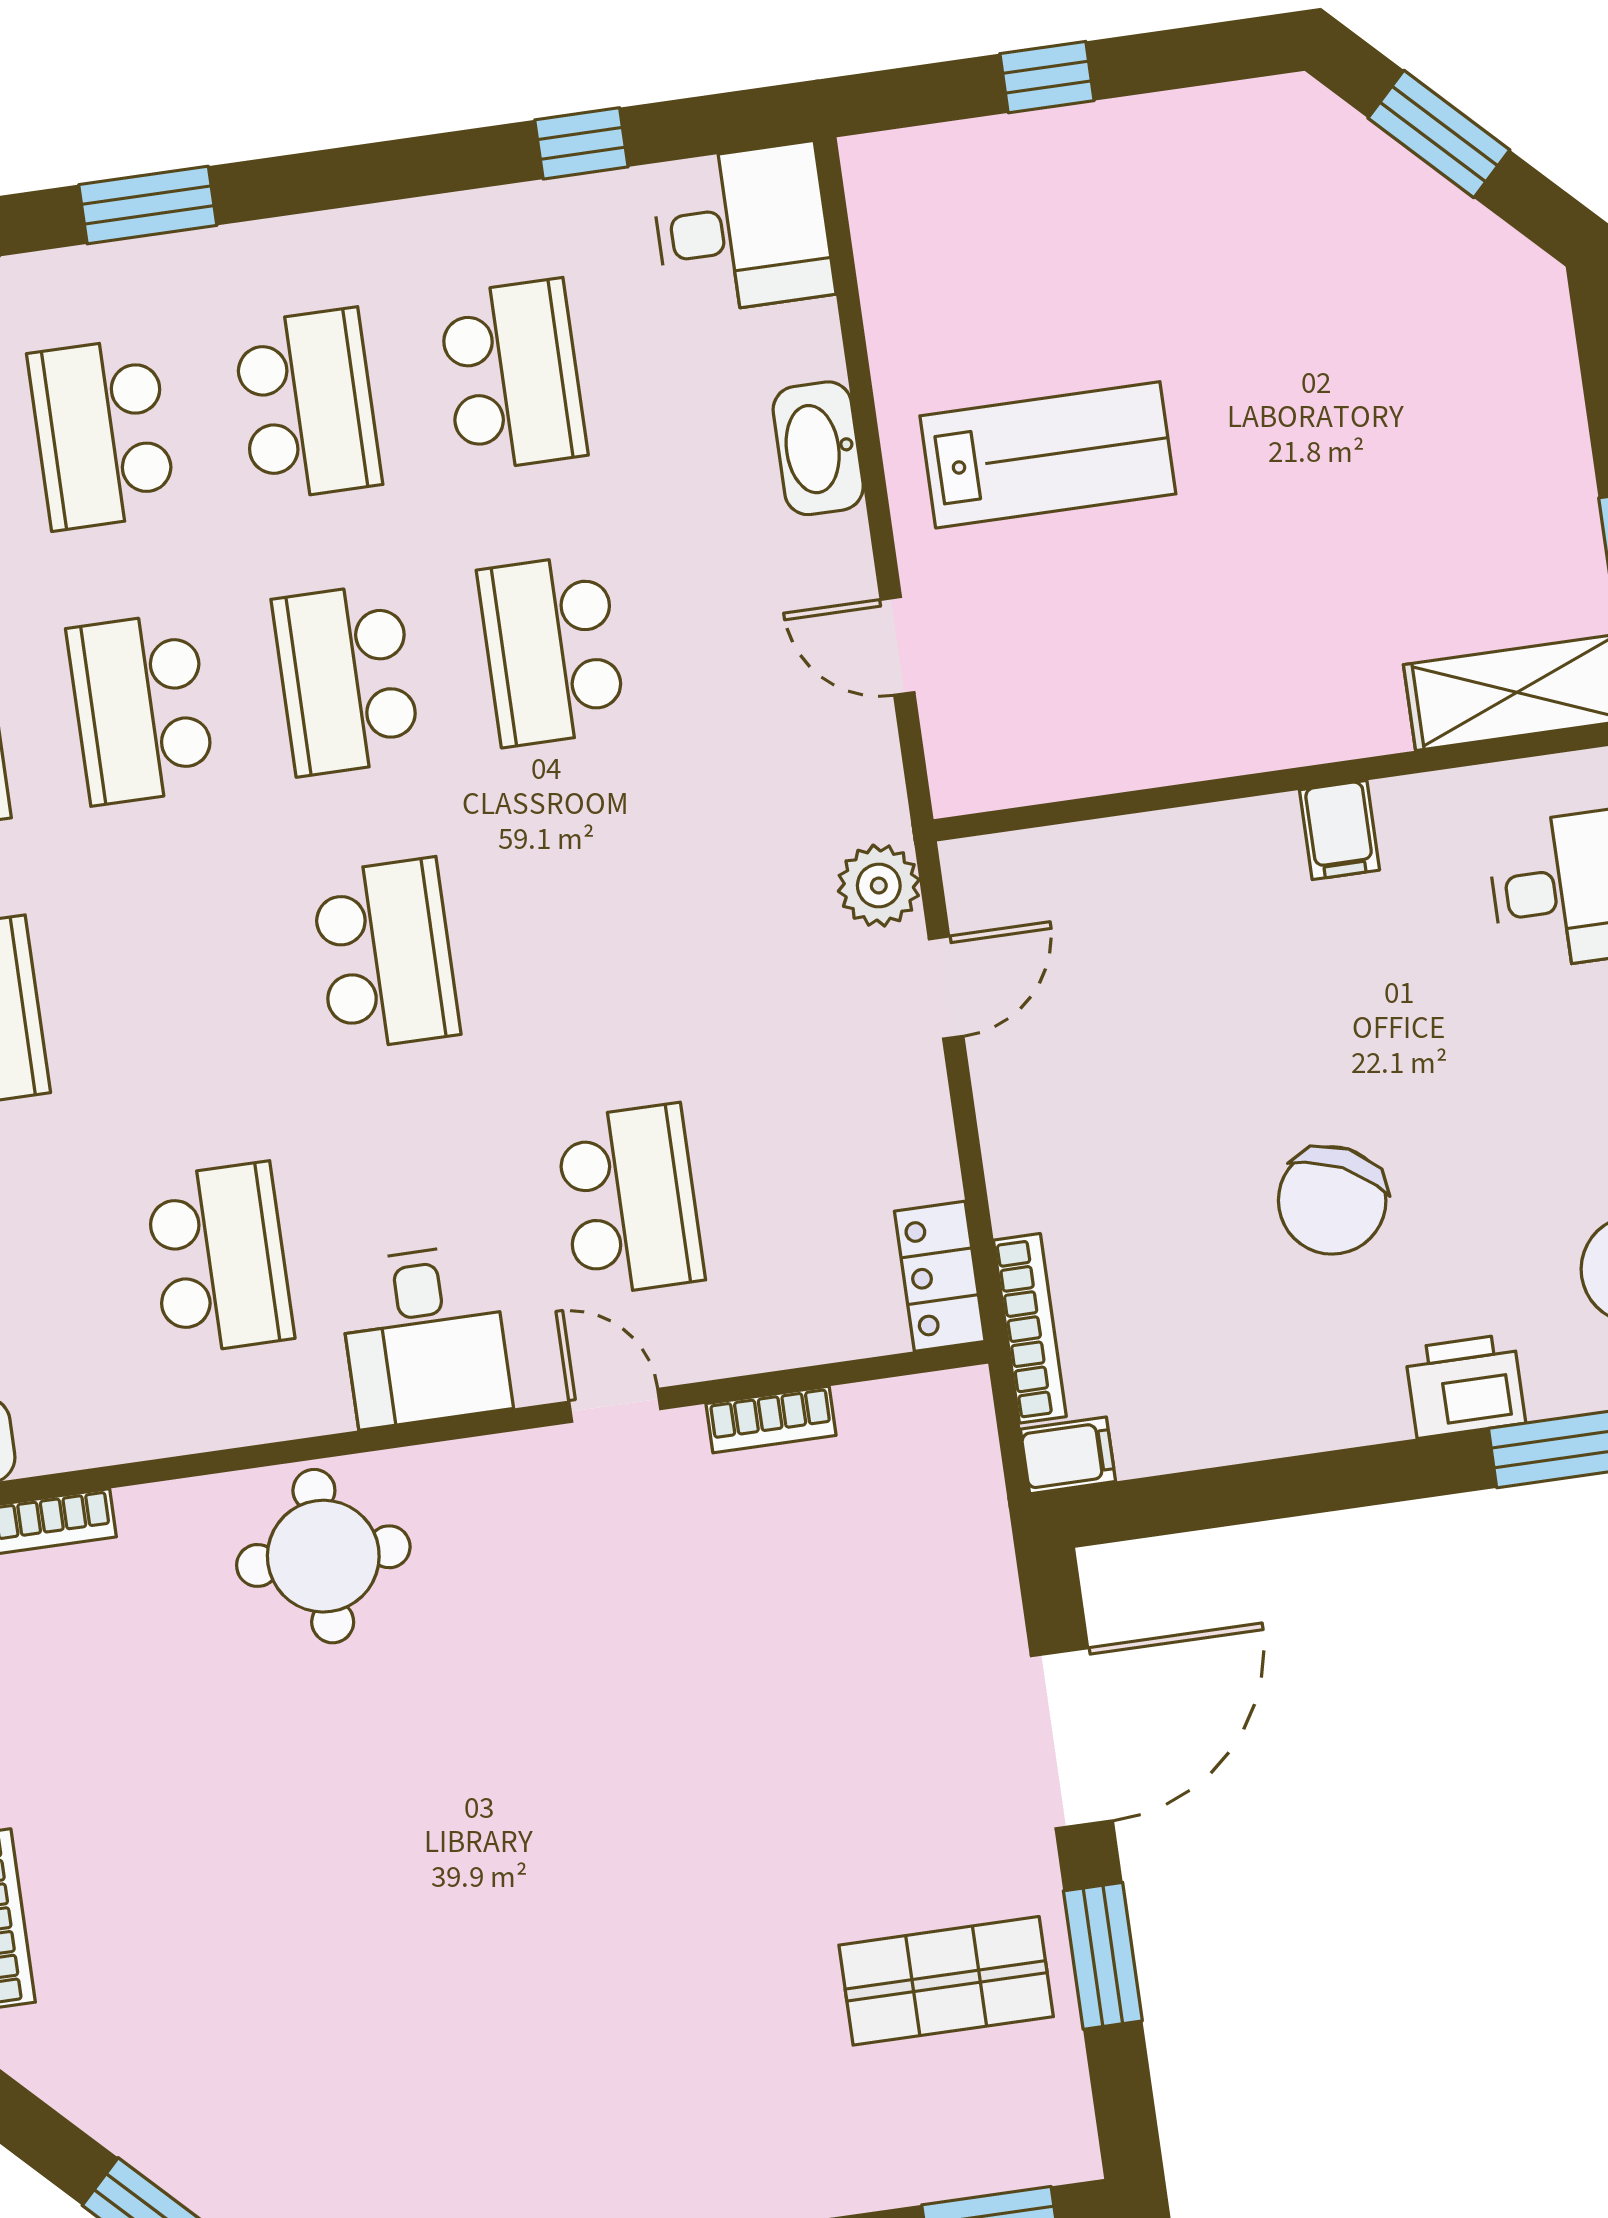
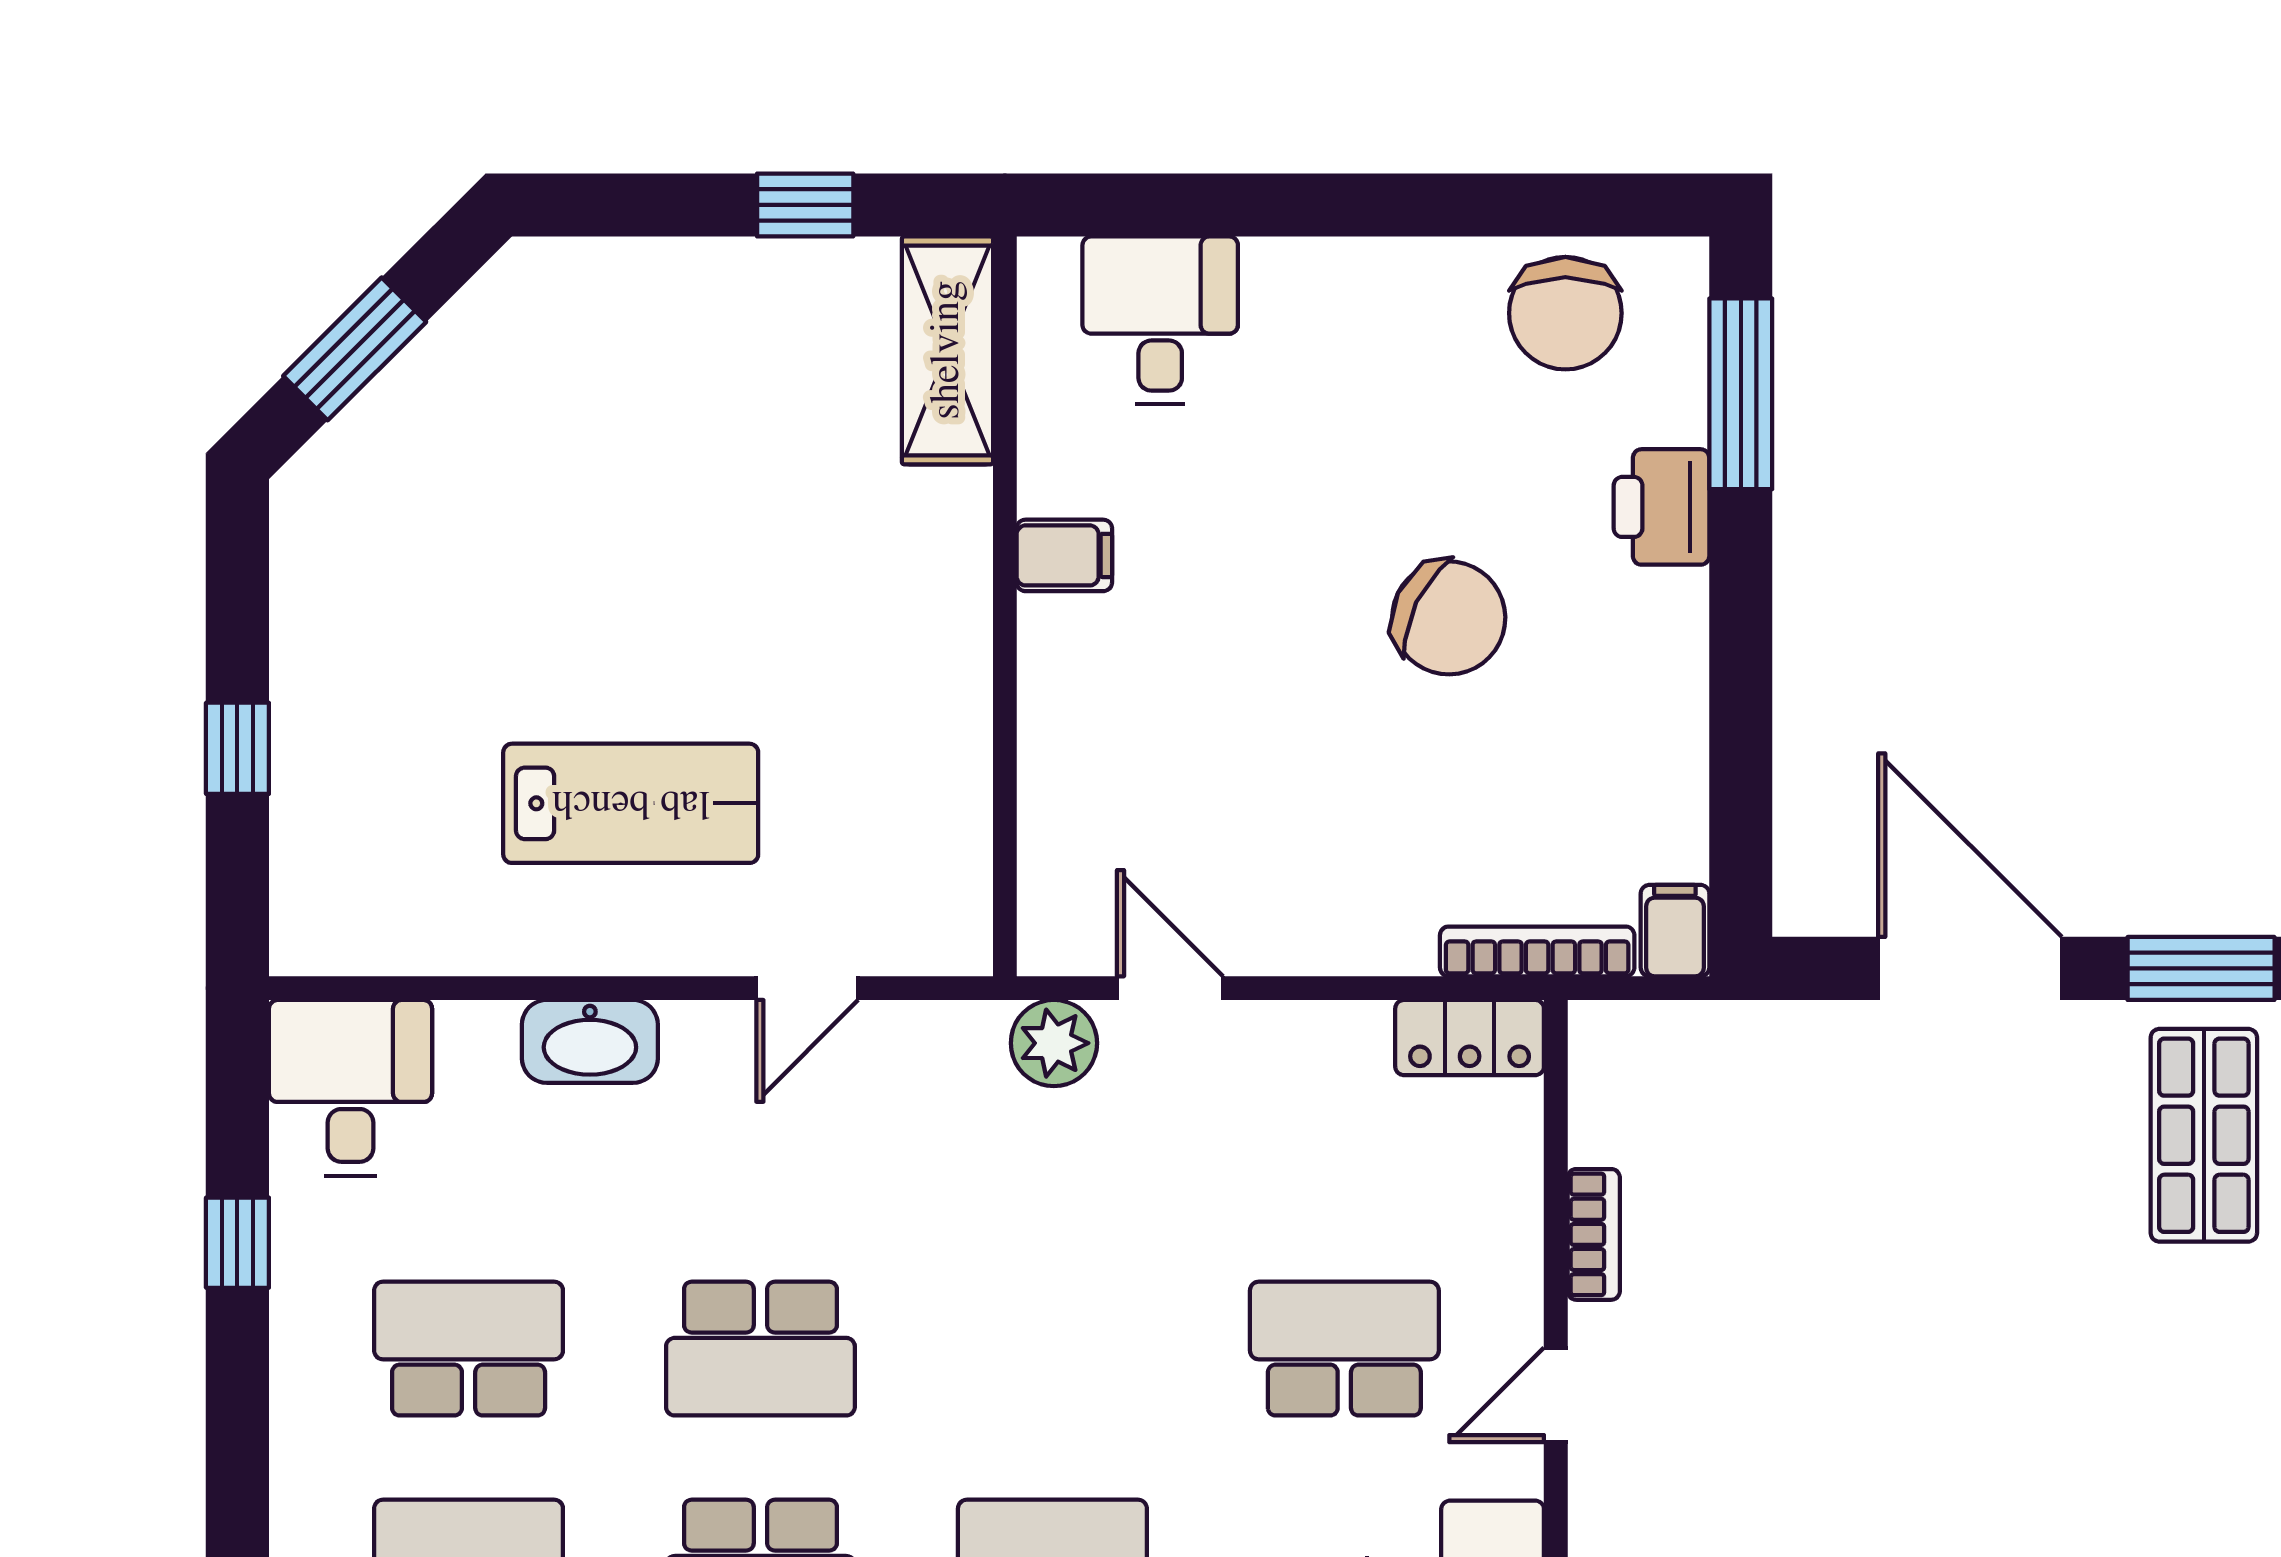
lab bench: (1048, 455) -> (631, 803), turned 90

